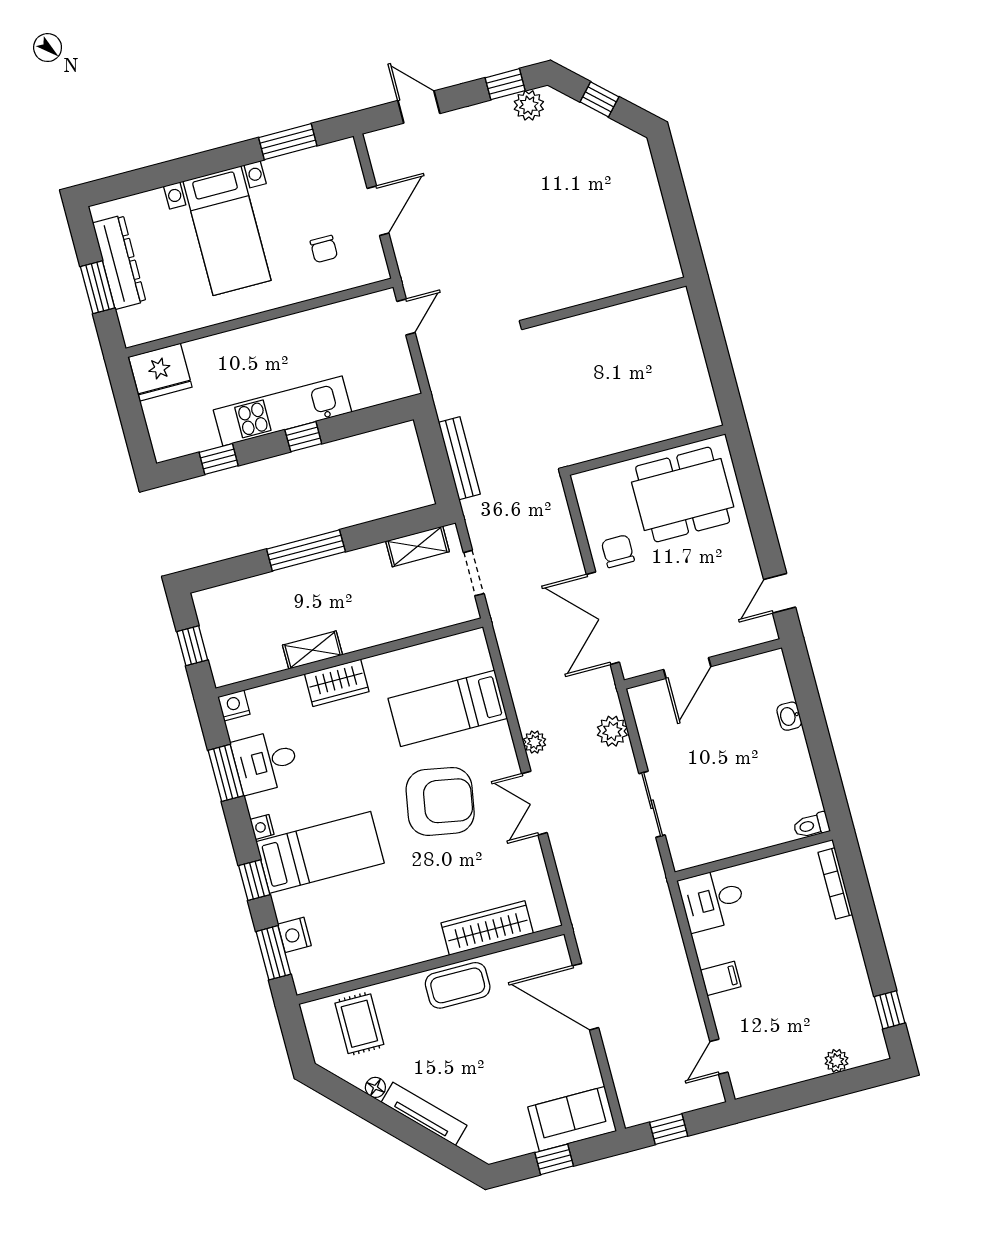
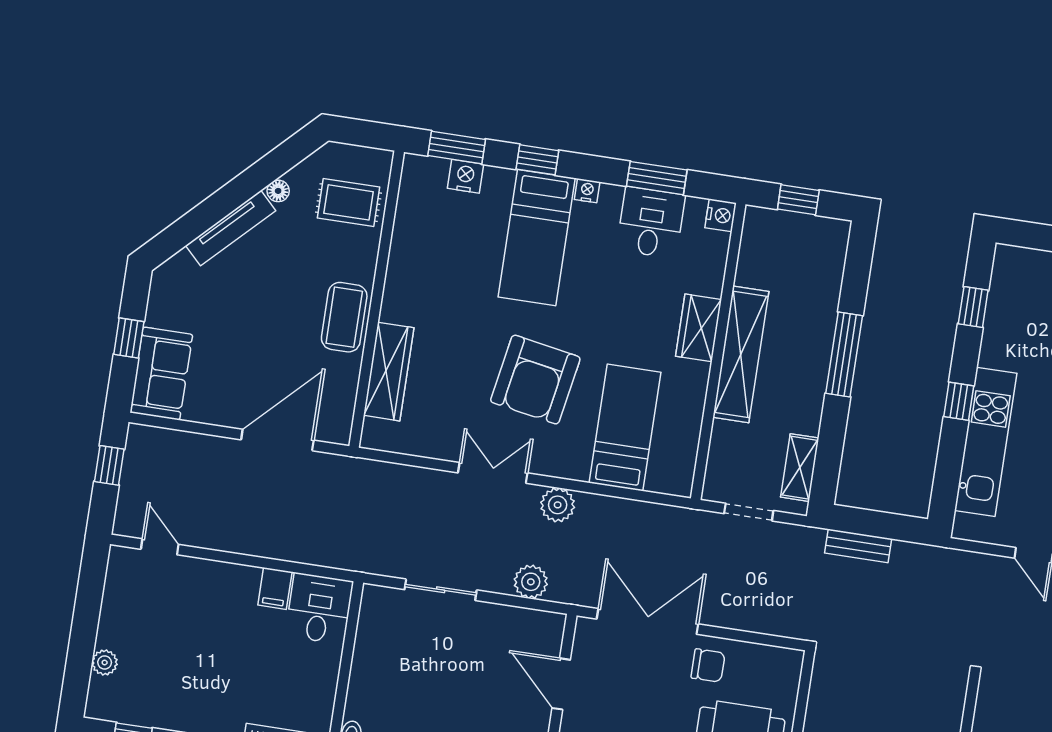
kitchen unit: (283, 411) -> (986, 442), moved
bench: (459, 458) -> (858, 546), width x0.73
shelving: (313, 650) -> (741, 354), width x2.20, depth x1.33
plant: (535, 742) -> (558, 505), width x1.38, depth x1.38
filing cabinet: (721, 978) -> (275, 588), moved

